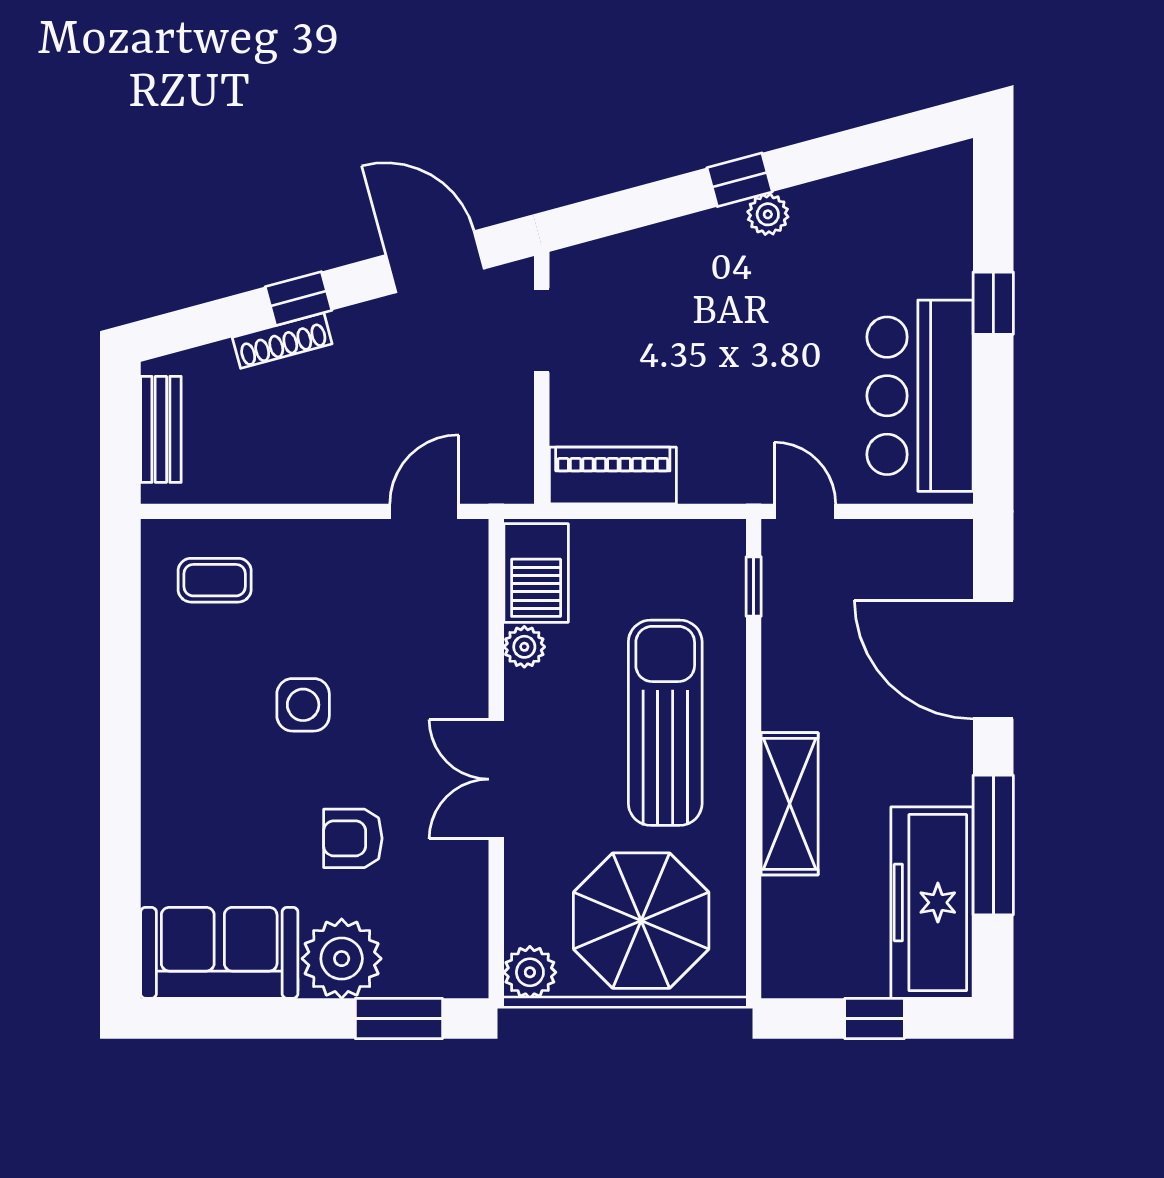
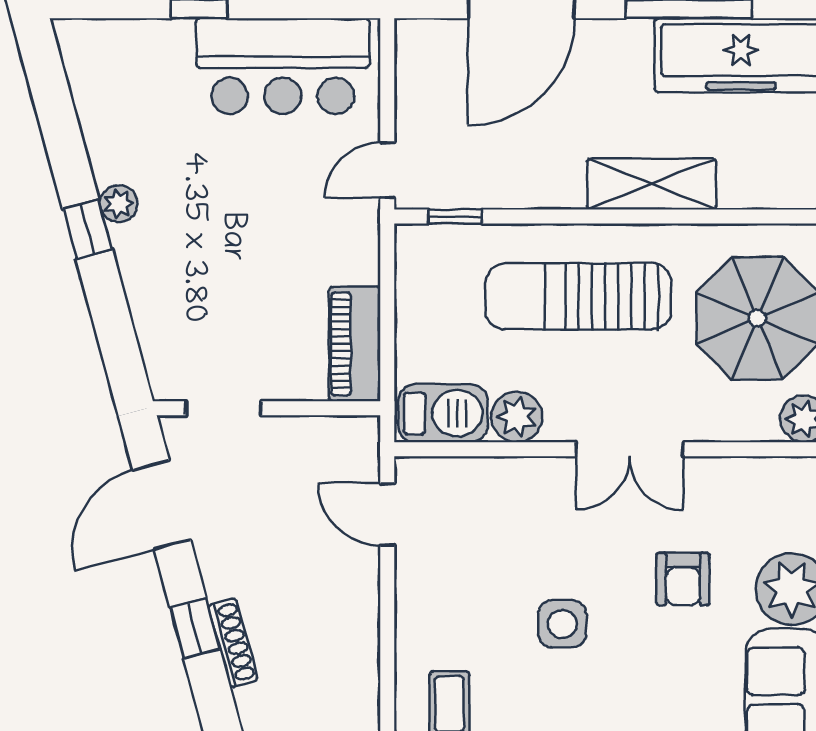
plant: (524, 647) -> (517, 417), width x1.38, depth x1.38

